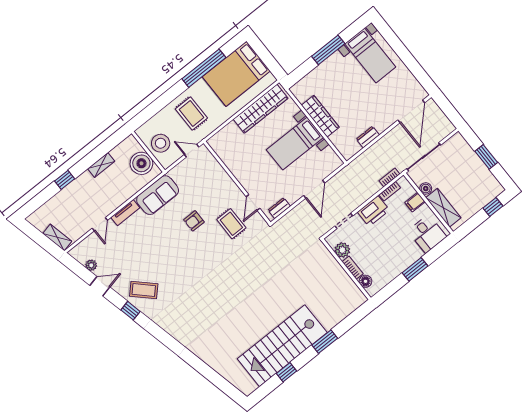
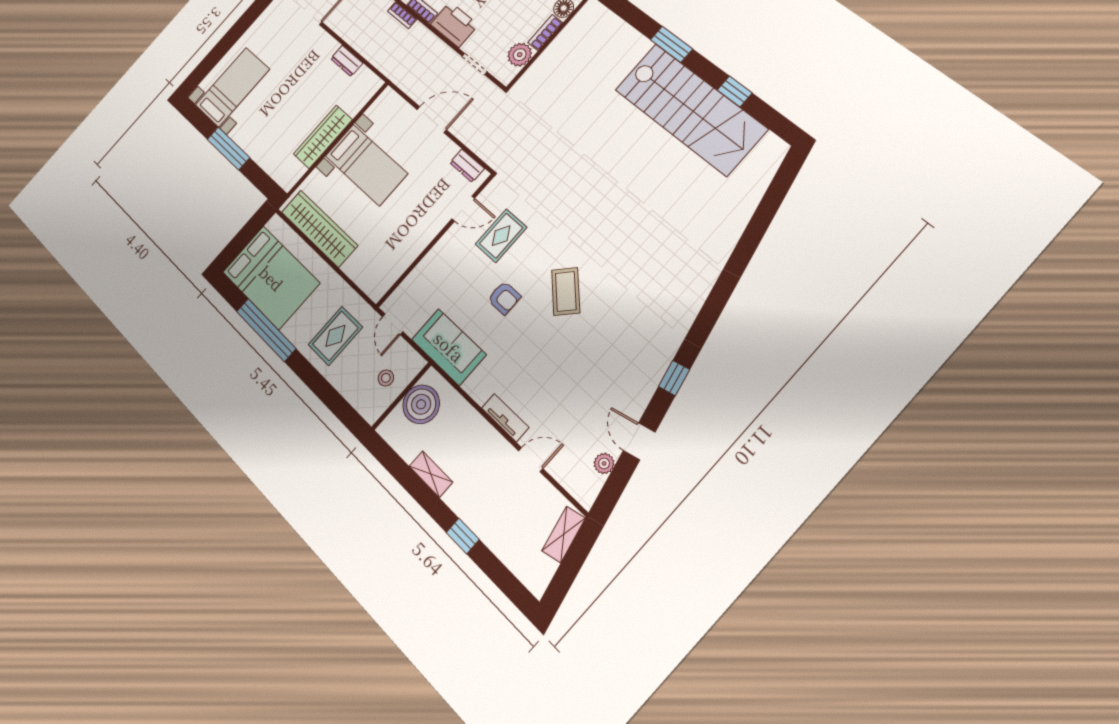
stool: (161, 143) -> (386, 378), width x0.53, depth x0.53
sofa: (158, 195) -> (449, 347), moved
coffee table: (144, 290) -> (566, 291), moved

